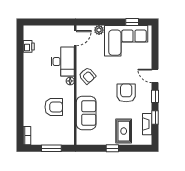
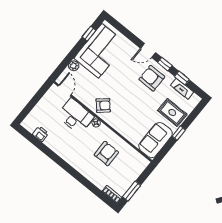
armchair: (126, 93) -> (152, 78), moved
sofa: (86, 113) -> (155, 140), moved, turned -90
window: (51, 148) -> (132, 191), moved

